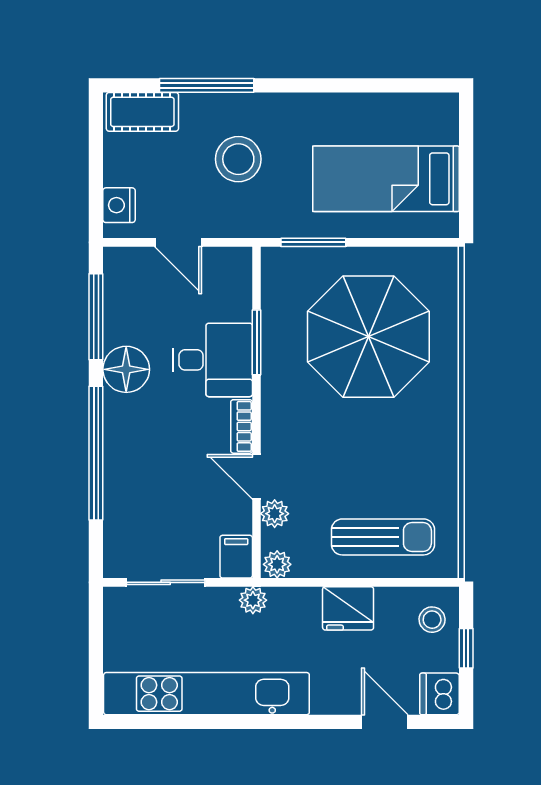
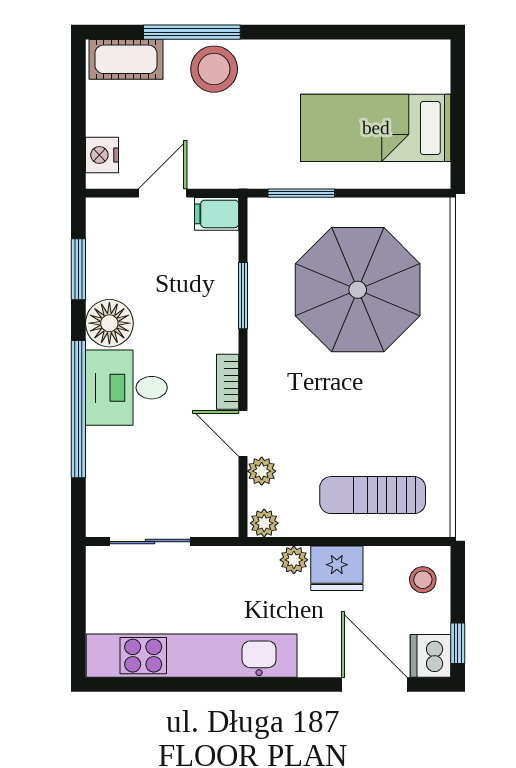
stool: (238, 159) -> (214, 69), moved
door: (178, 242) -> (163, 193), swing flipped
window: (96, 317) -> (78, 269), width x0.69
desk: (213, 360) -> (126, 388), moved, turned 180
sun lounger: (383, 537) -> (373, 495), turned 180
filing cabinet: (236, 557) -> (217, 214), moved, turned -90
plant: (253, 600) -> (294, 560), moved
window: (466, 648) -> (458, 643), moved
door: (385, 722) -> (374, 685), width x1.38

